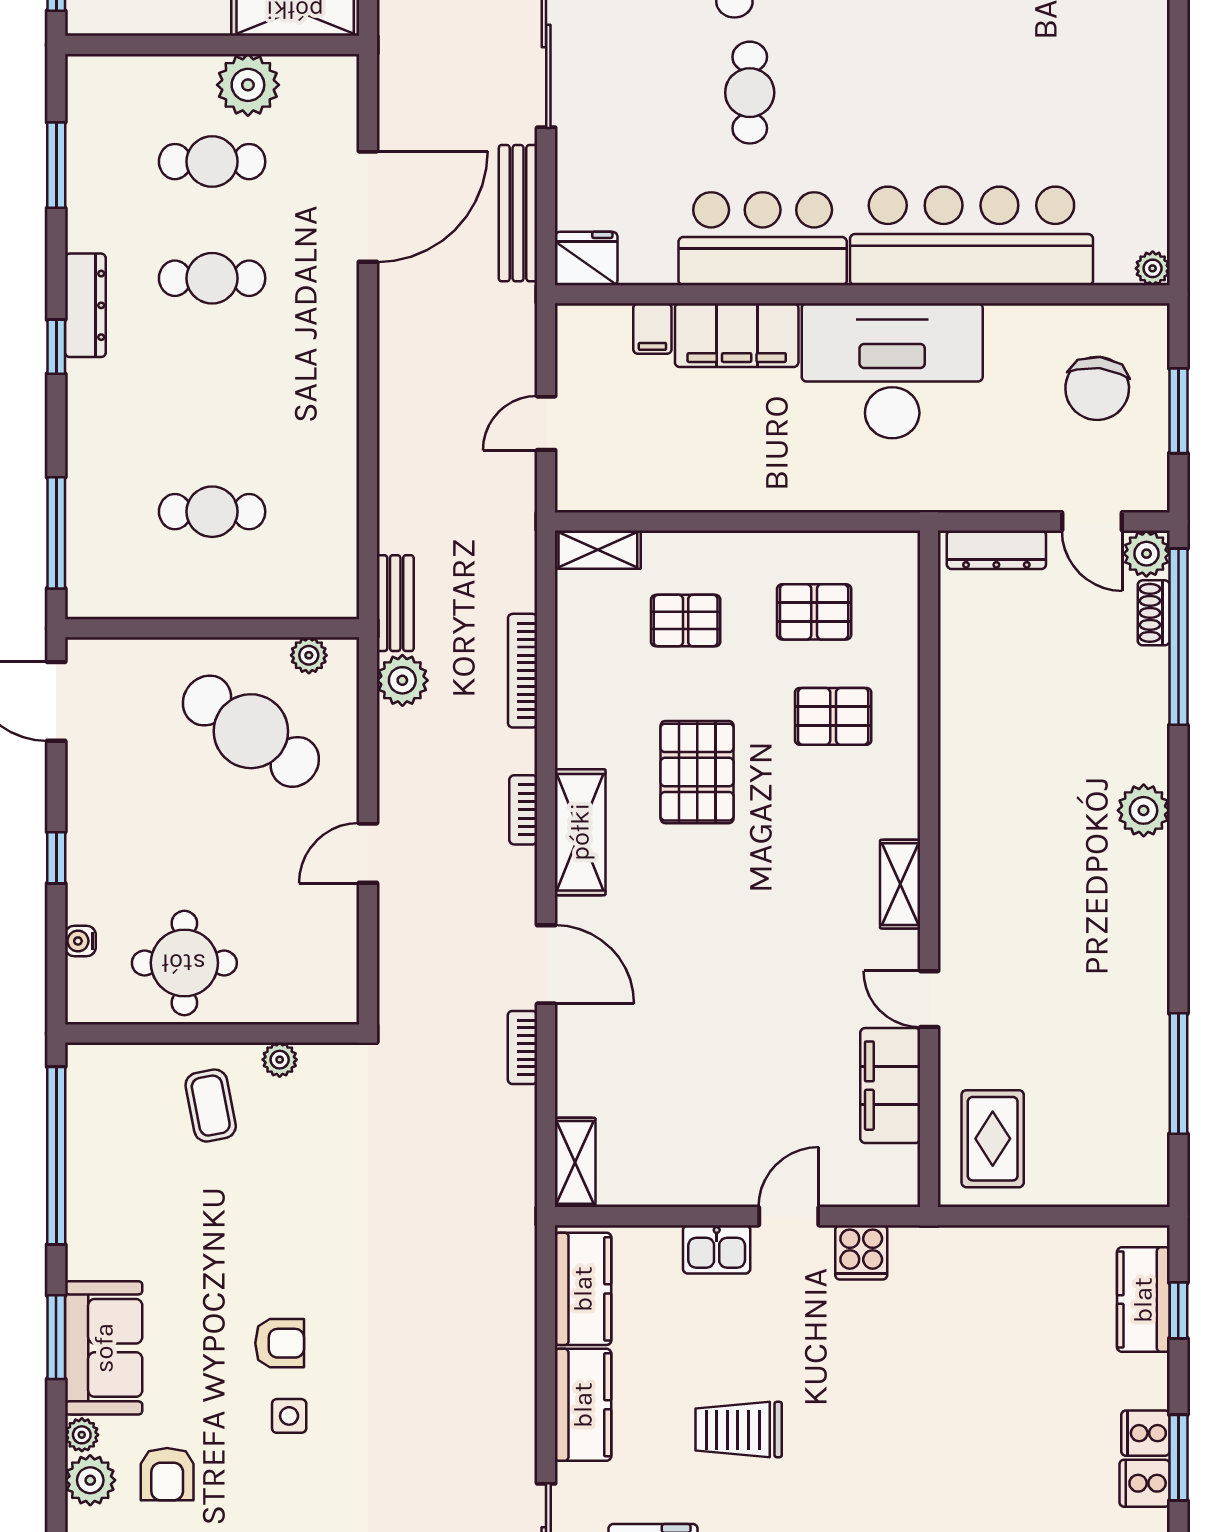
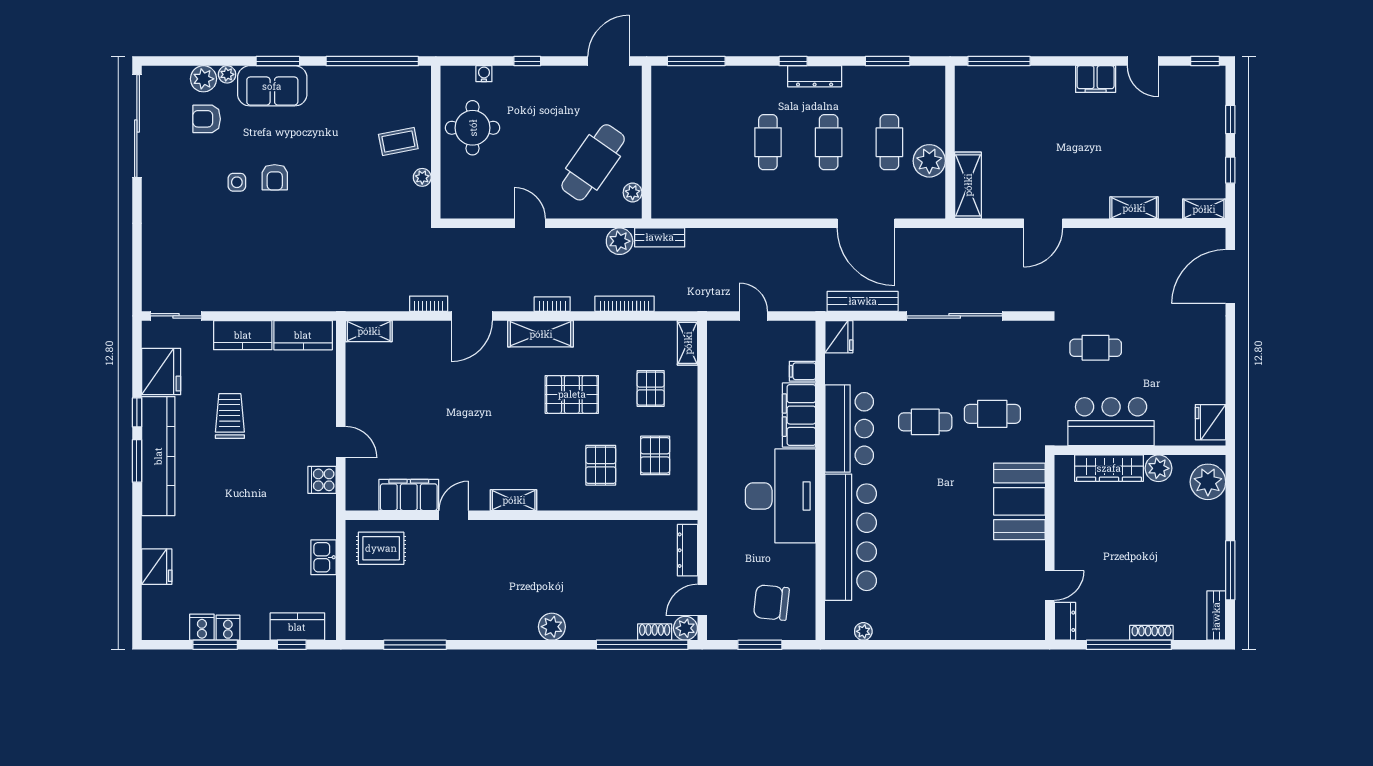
plant: (1153, 268) -> (863, 631), moved
cafe table: (212, 512) -> (768, 142), moved
kitchen sink: (717, 1249) -> (324, 557), moved

